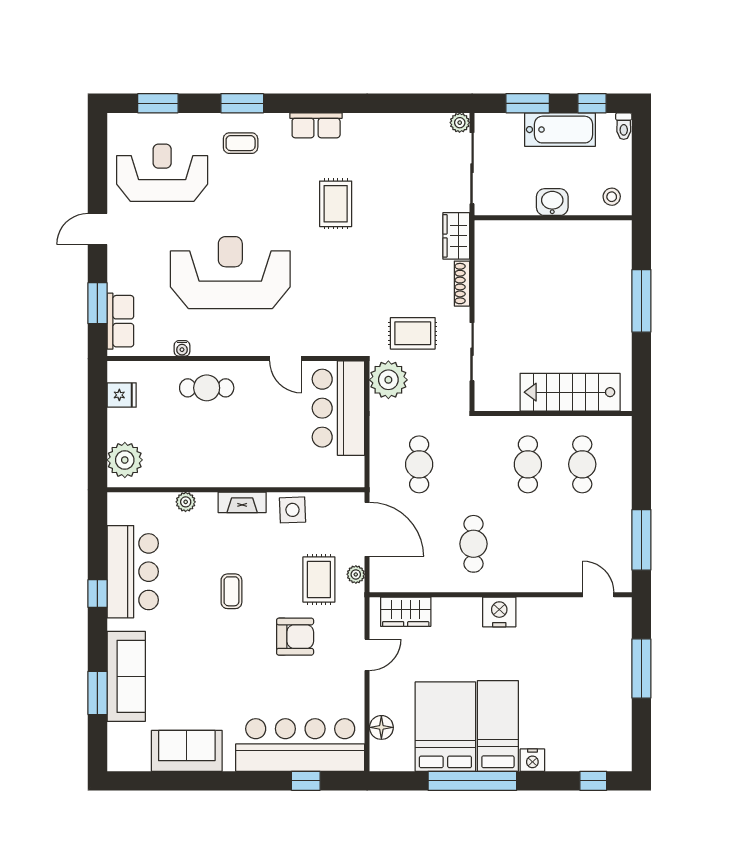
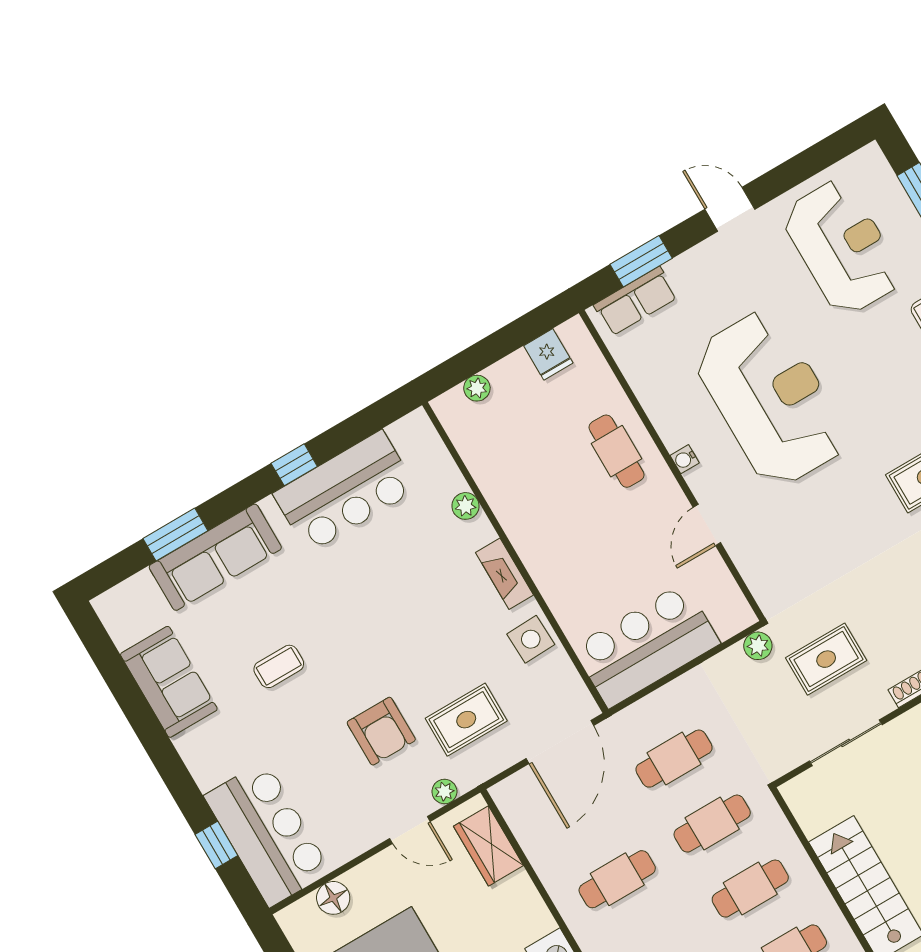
rug: (413, 333) -> (826, 659), turned 90
water cooler: (182, 348) -> (685, 459), moved
plant: (388, 380) -> (758, 646), width x0.53, depth x0.53
bar counter: (338, 408) -> (646, 645), moved
plant: (125, 460) -> (477, 388), width x0.53, depth x0.53
cafe table: (473, 464) -> (712, 824), added
plant: (356, 574) -> (444, 792), moved
coffee table: (231, 591) -> (279, 666), moved
bar counter: (300, 745) -> (267, 834), width x0.73

